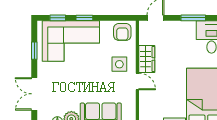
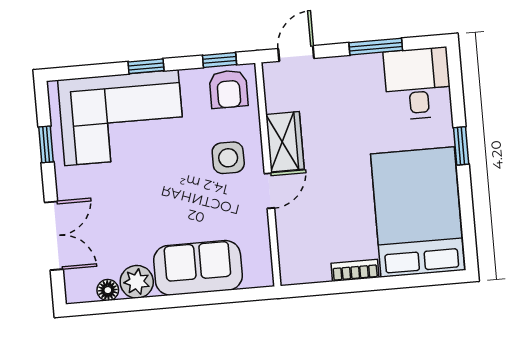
window: (58, 18) -> (220, 60), moved
door: (137, 81) -> (269, 191), hinge flipped
double door: (34, 94) -> (54, 236), swing flipped

